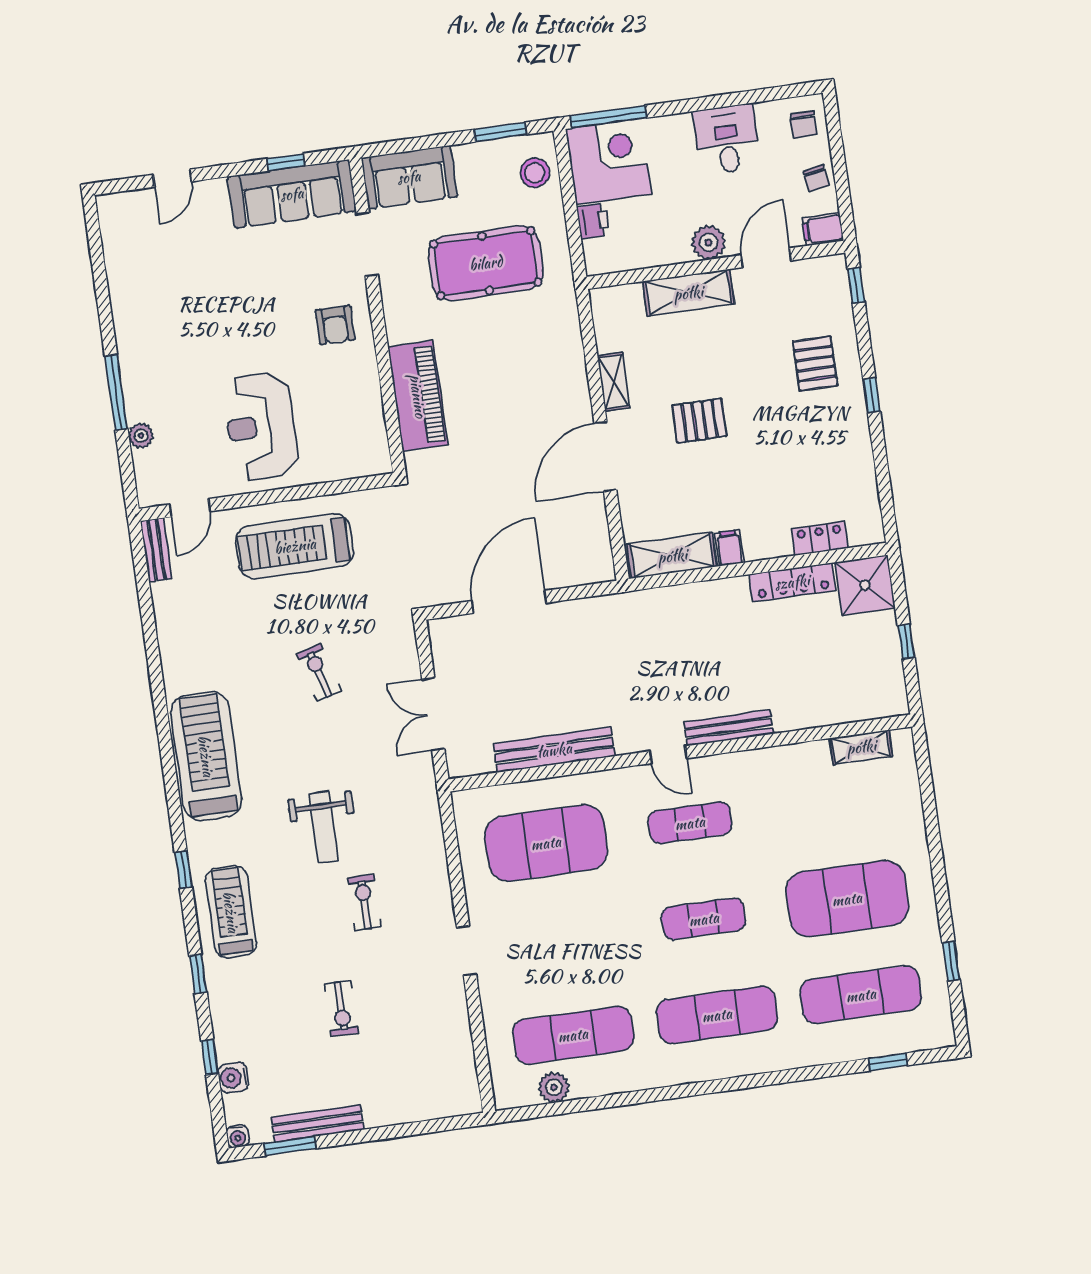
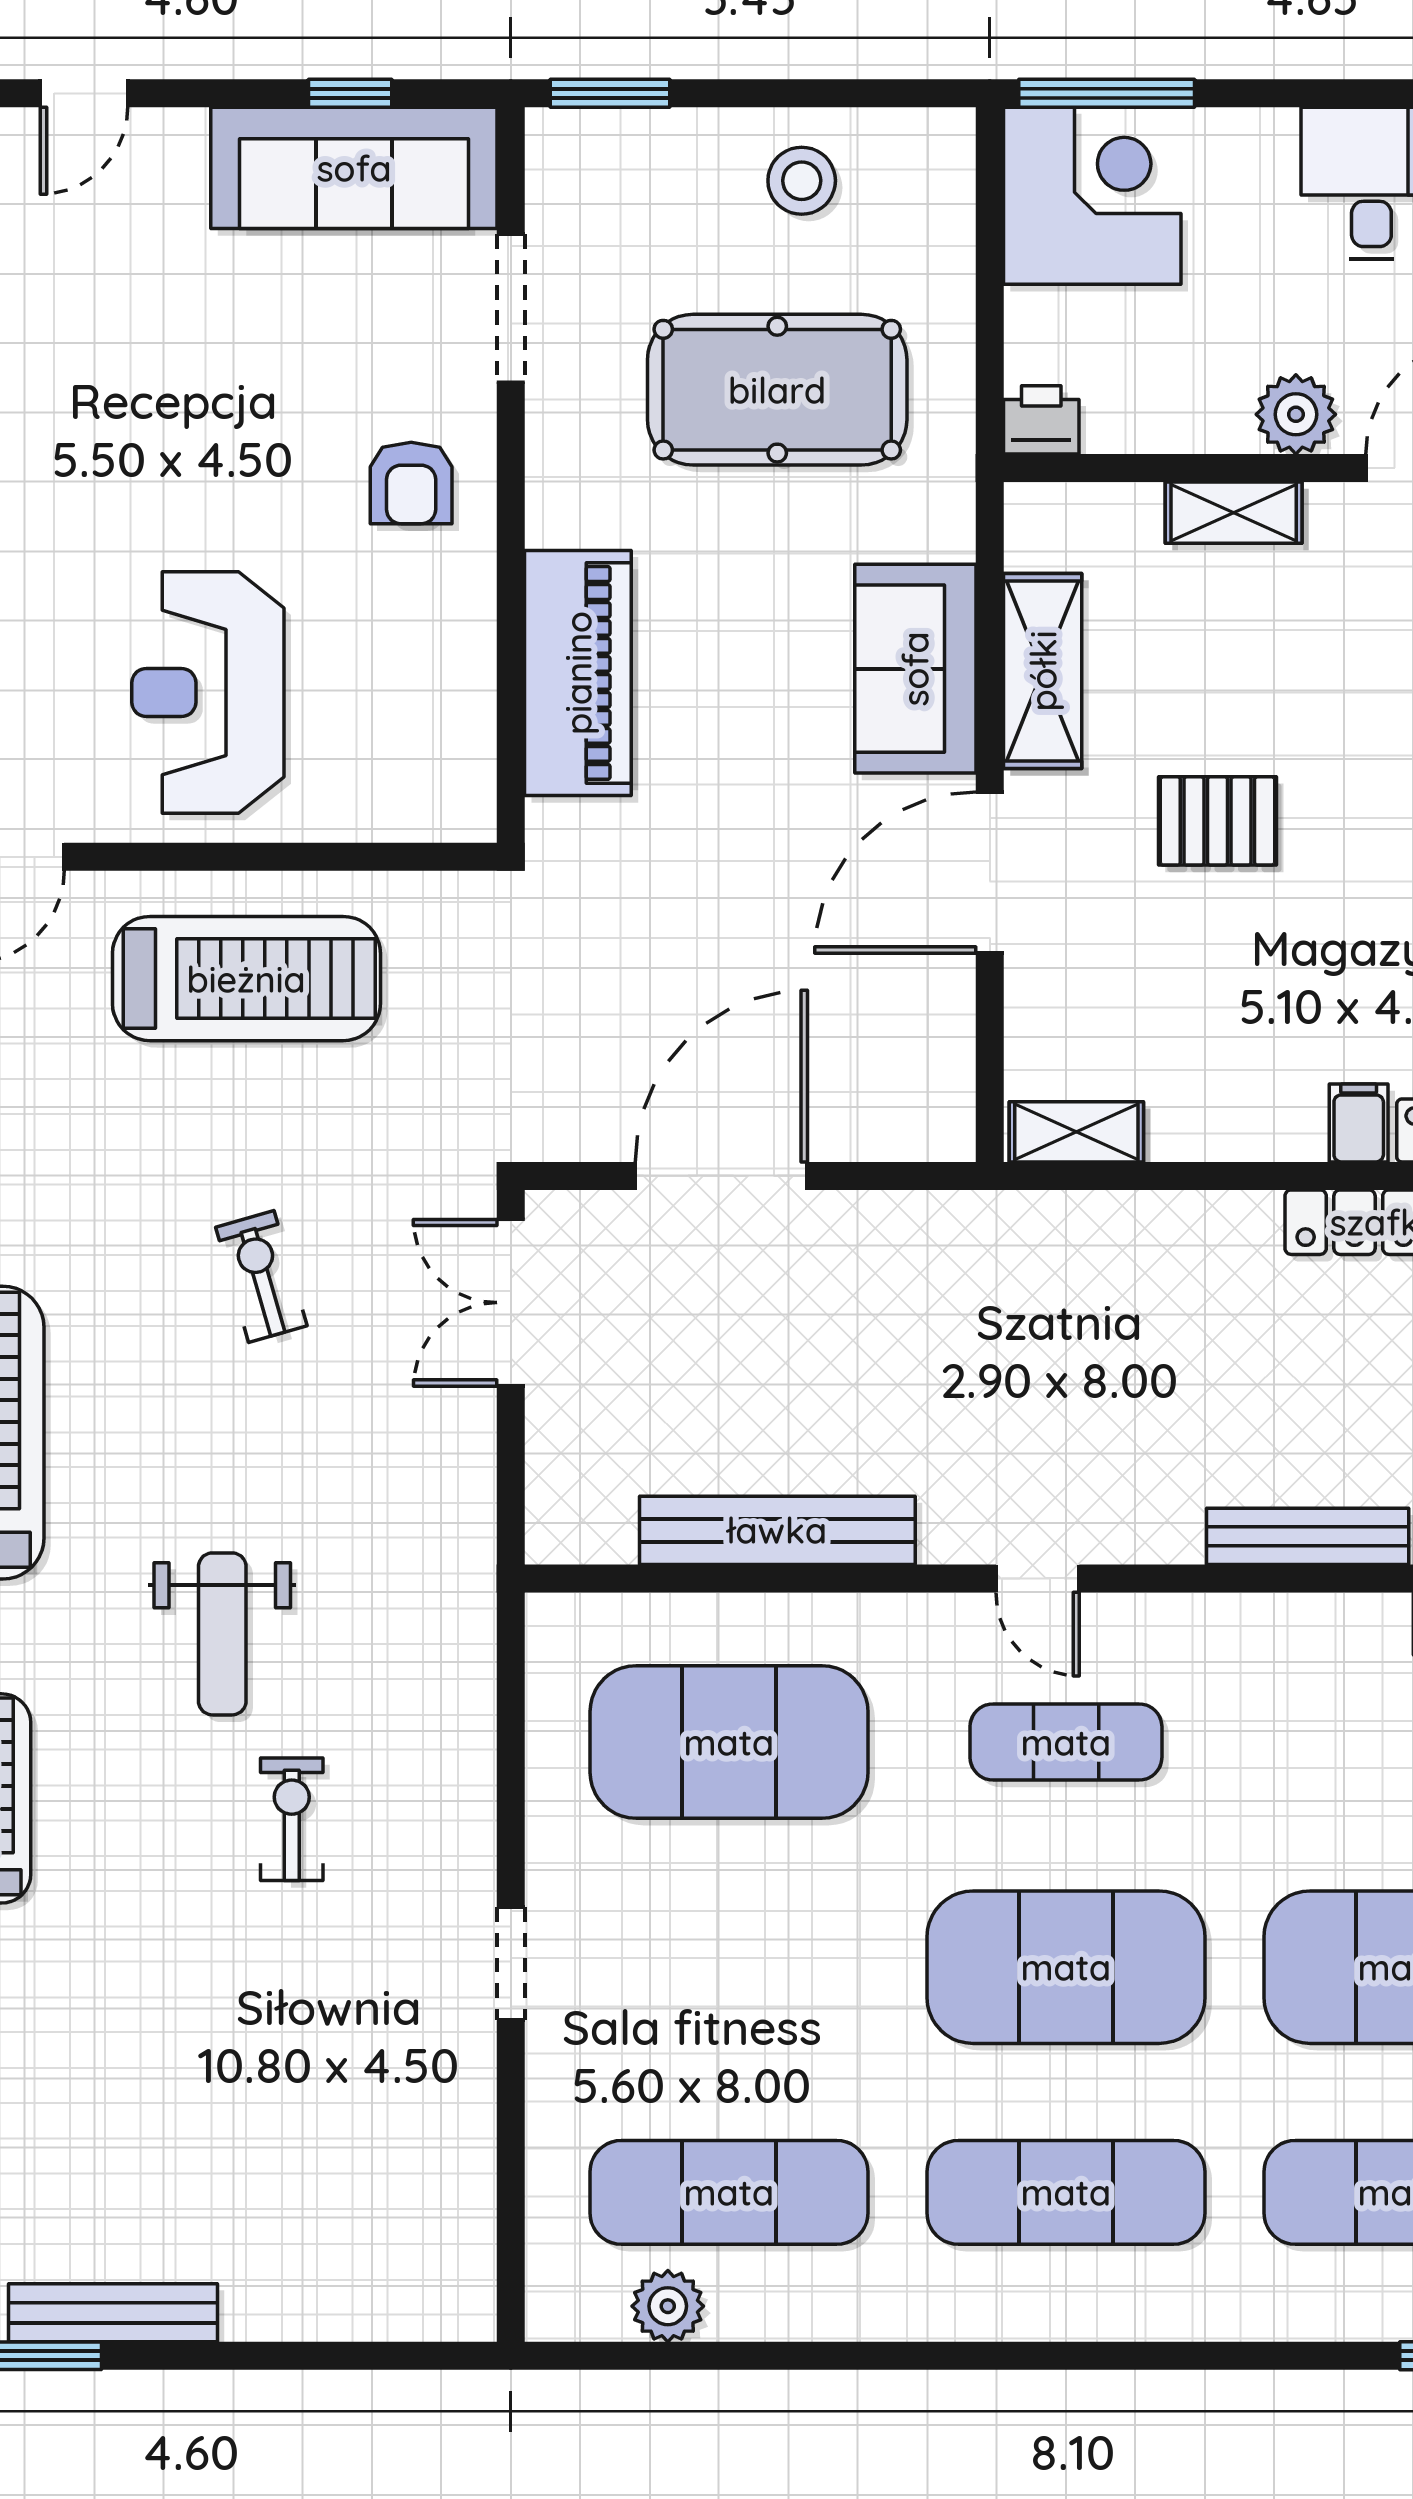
window: (500, 132) -> (610, 93), moved
stool: (535, 173) -> (802, 181), moved
sofa: (409, 177) -> (915, 669), moved, turned 90
printer: (593, 221) -> (1041, 420), moved, turned -90
shelving: (688, 293) -> (1234, 513), width x0.67, depth x0.75
shelving: (614, 382) -> (1043, 671), width x1.50, depth x1.33
treadmill: (295, 546) -> (246, 979), turned 180
filing cabinet: (729, 548) -> (1359, 1123), moved
shelving: (672, 556) -> (1076, 1132), width x0.67, depth x0.75
double door: (433, 714) -> (511, 1303), moved
bench: (729, 728) -> (1308, 1536), moved
exercise mat: (704, 919) -> (1066, 1967), width x2.00, depth x1.45
exercise bike: (341, 1009) -> (204, 2056), removed

